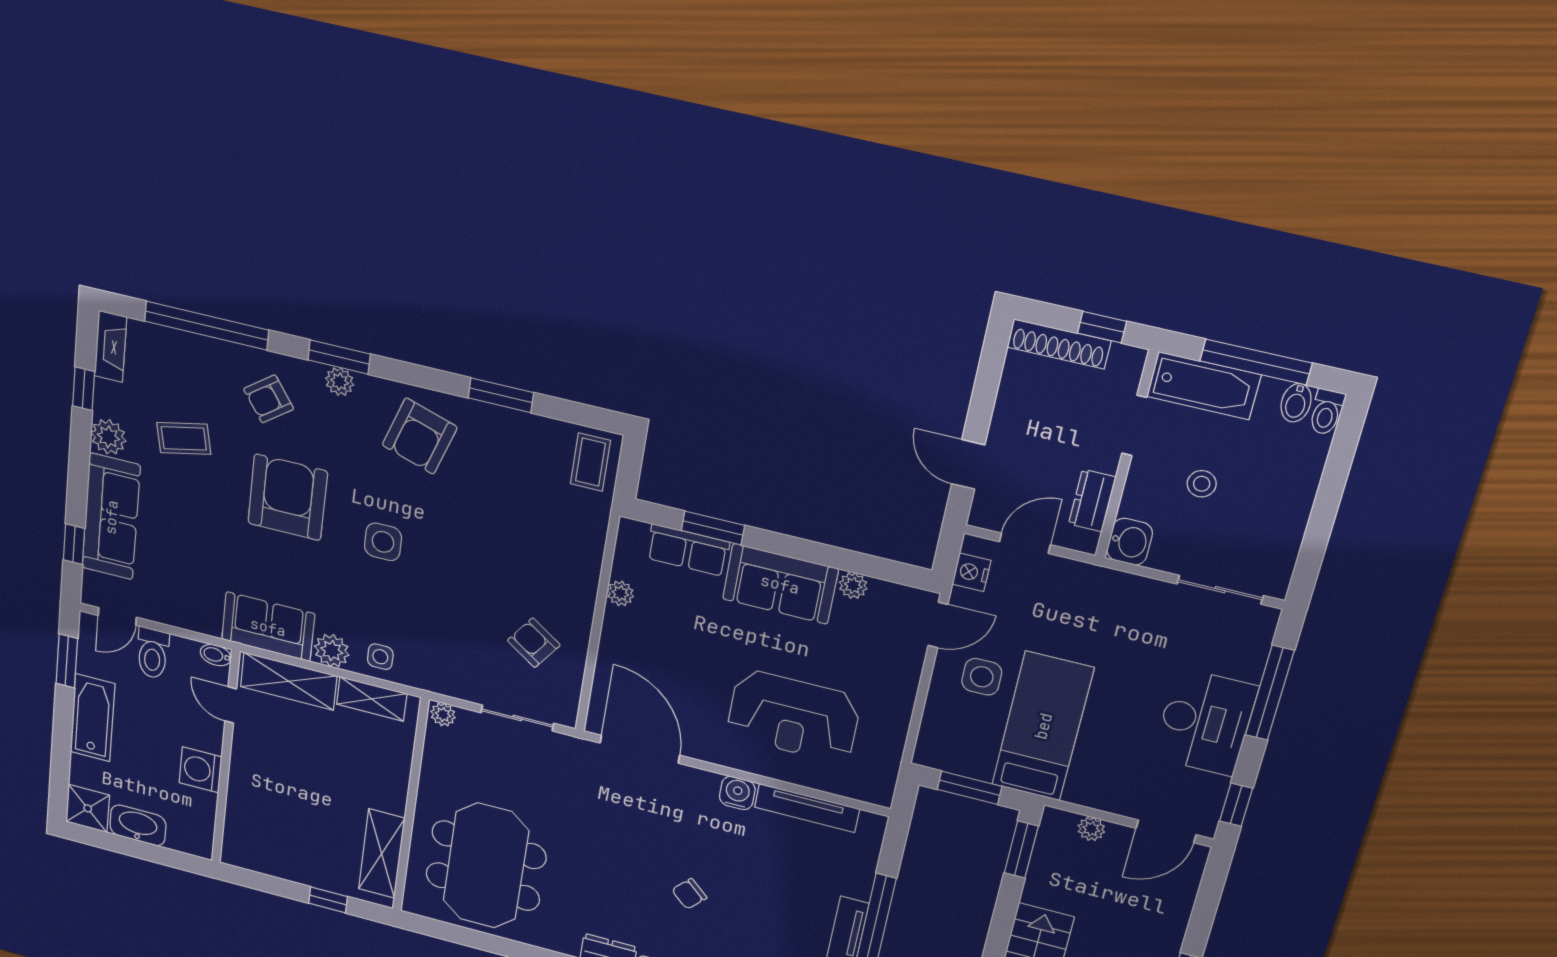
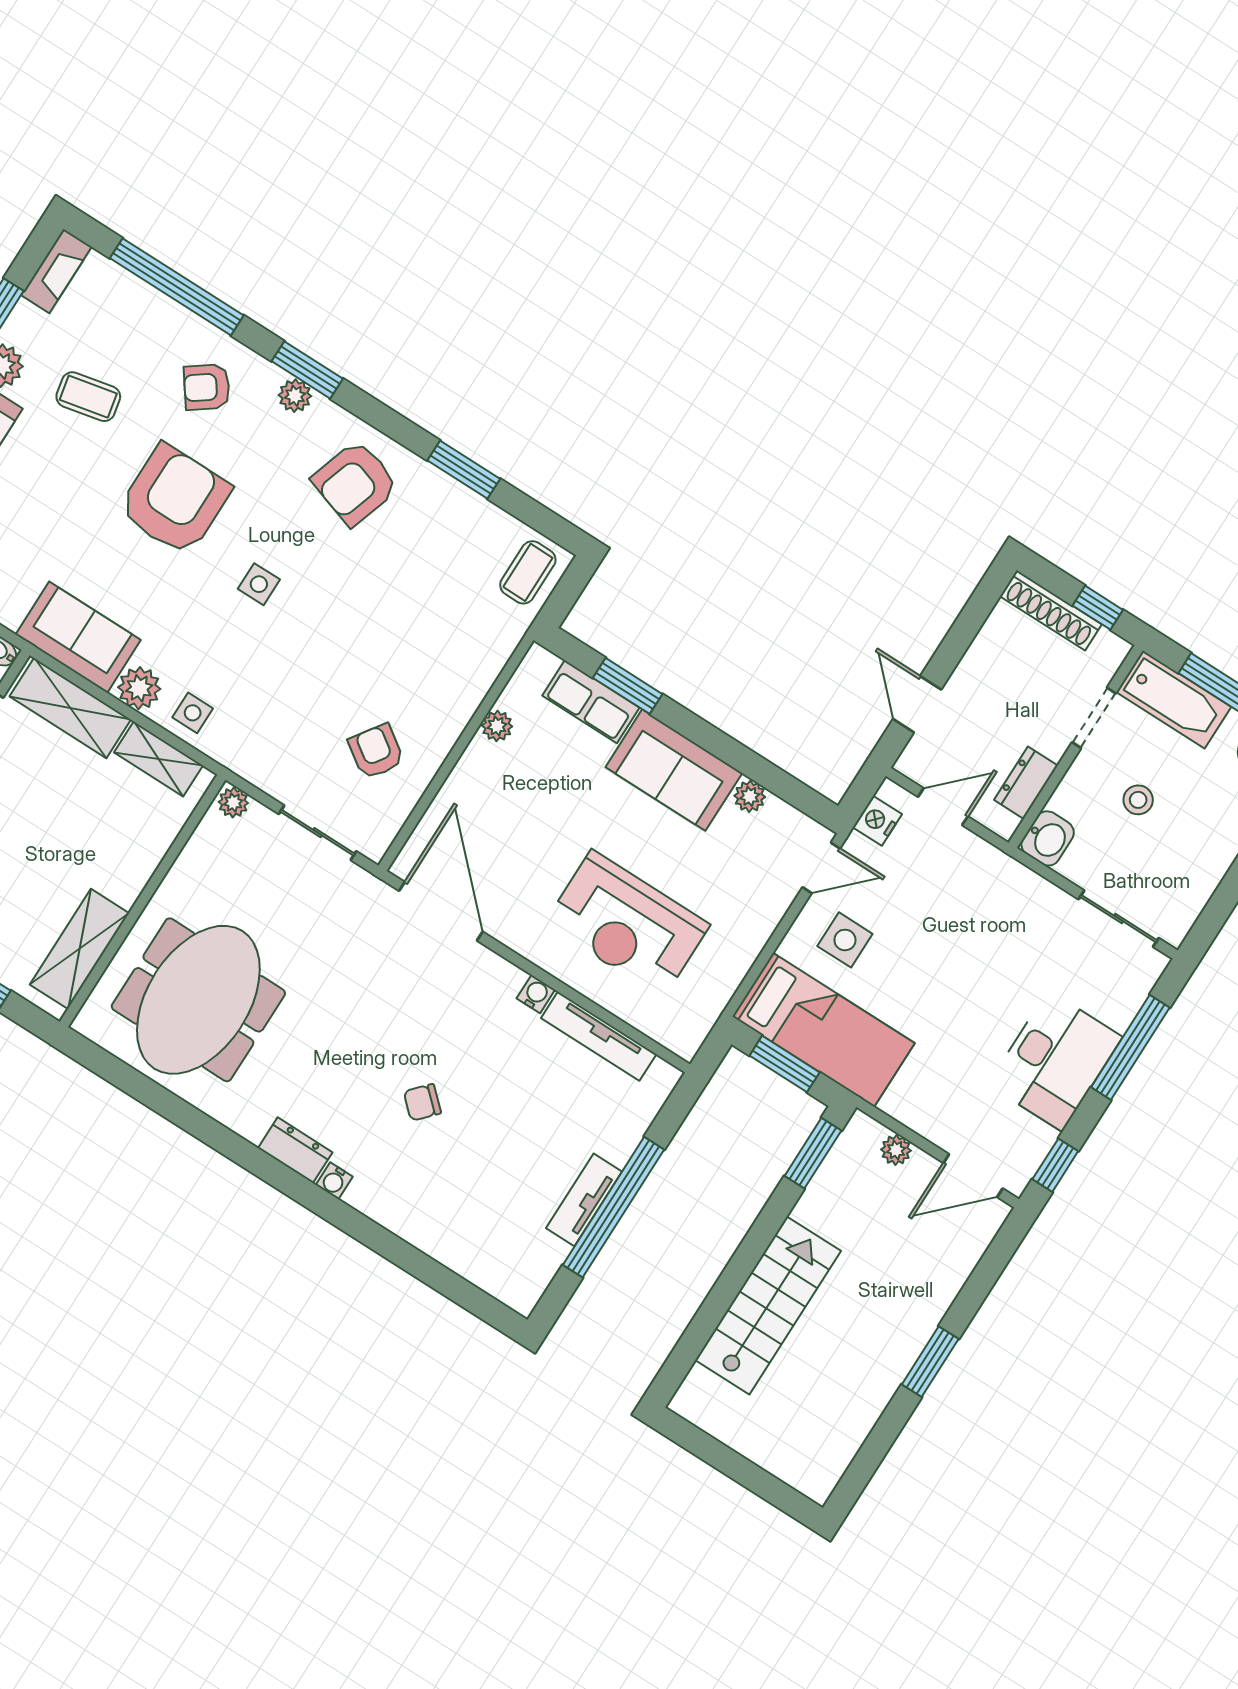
side table: (383, 542) -> (259, 584), width x0.73, depth x0.73
bed: (1043, 726) -> (823, 1030), moved, turned 90
water cooler: (737, 793) -> (536, 994), width x0.72, depth x0.72

